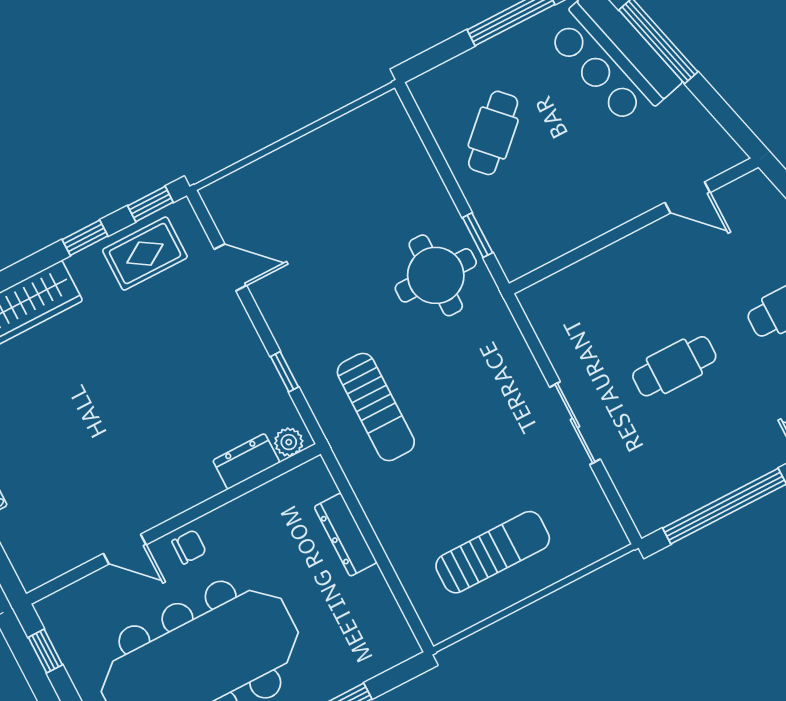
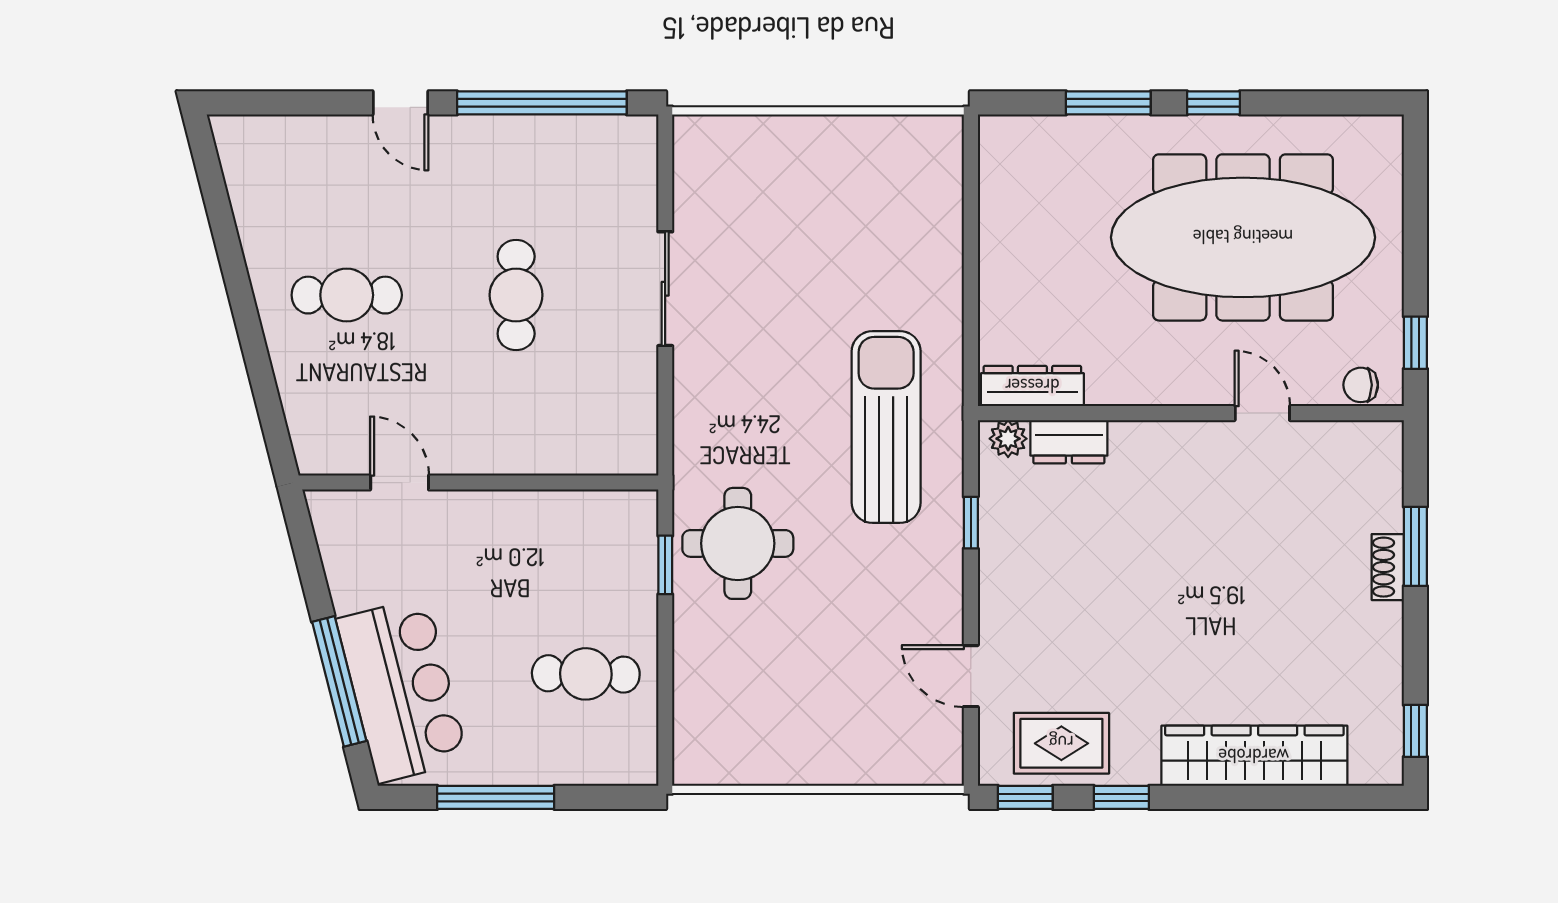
cafe table: (493, 133) -> (586, 674), turned 45
cafe table: (674, 366) -> (516, 295), turned 90
sun lounger: (376, 407) -> (886, 427), width x1.36, depth x1.34
dresser: (346, 535) -> (1032, 386), moved, turned -90
chair: (189, 547) -> (1361, 385), moved
sun lounger: (493, 552) -> (838, 189), removed

